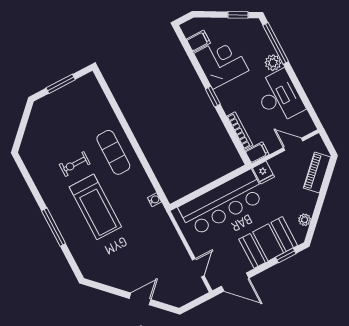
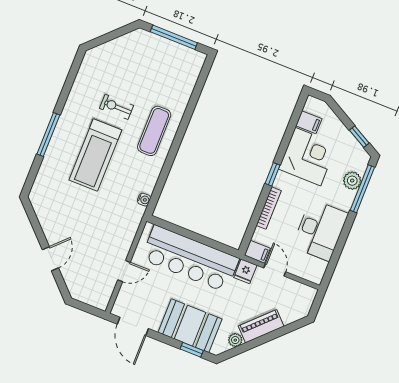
plant: (273, 63) -> (352, 181), moved
window: (61, 84) -> (174, 37), width x1.44
bookcase: (240, 131) -> (269, 208), moved
door: (293, 144) -> (275, 270), moved
piano: (317, 173) -> (261, 326), moved
door: (198, 268) -> (124, 271), moved
door: (140, 299) -> (50, 259), hinge flipped

